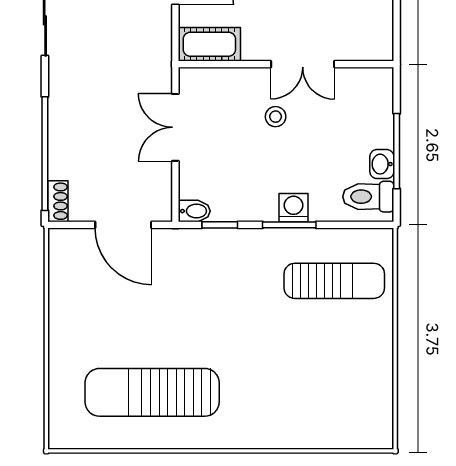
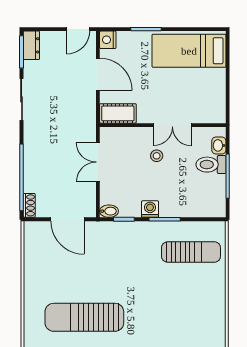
washbasin: (382, 164) -> (219, 145), moved
toilet: (368, 197) -> (211, 165), moved
washing machine: (294, 208) -> (150, 209), moved

